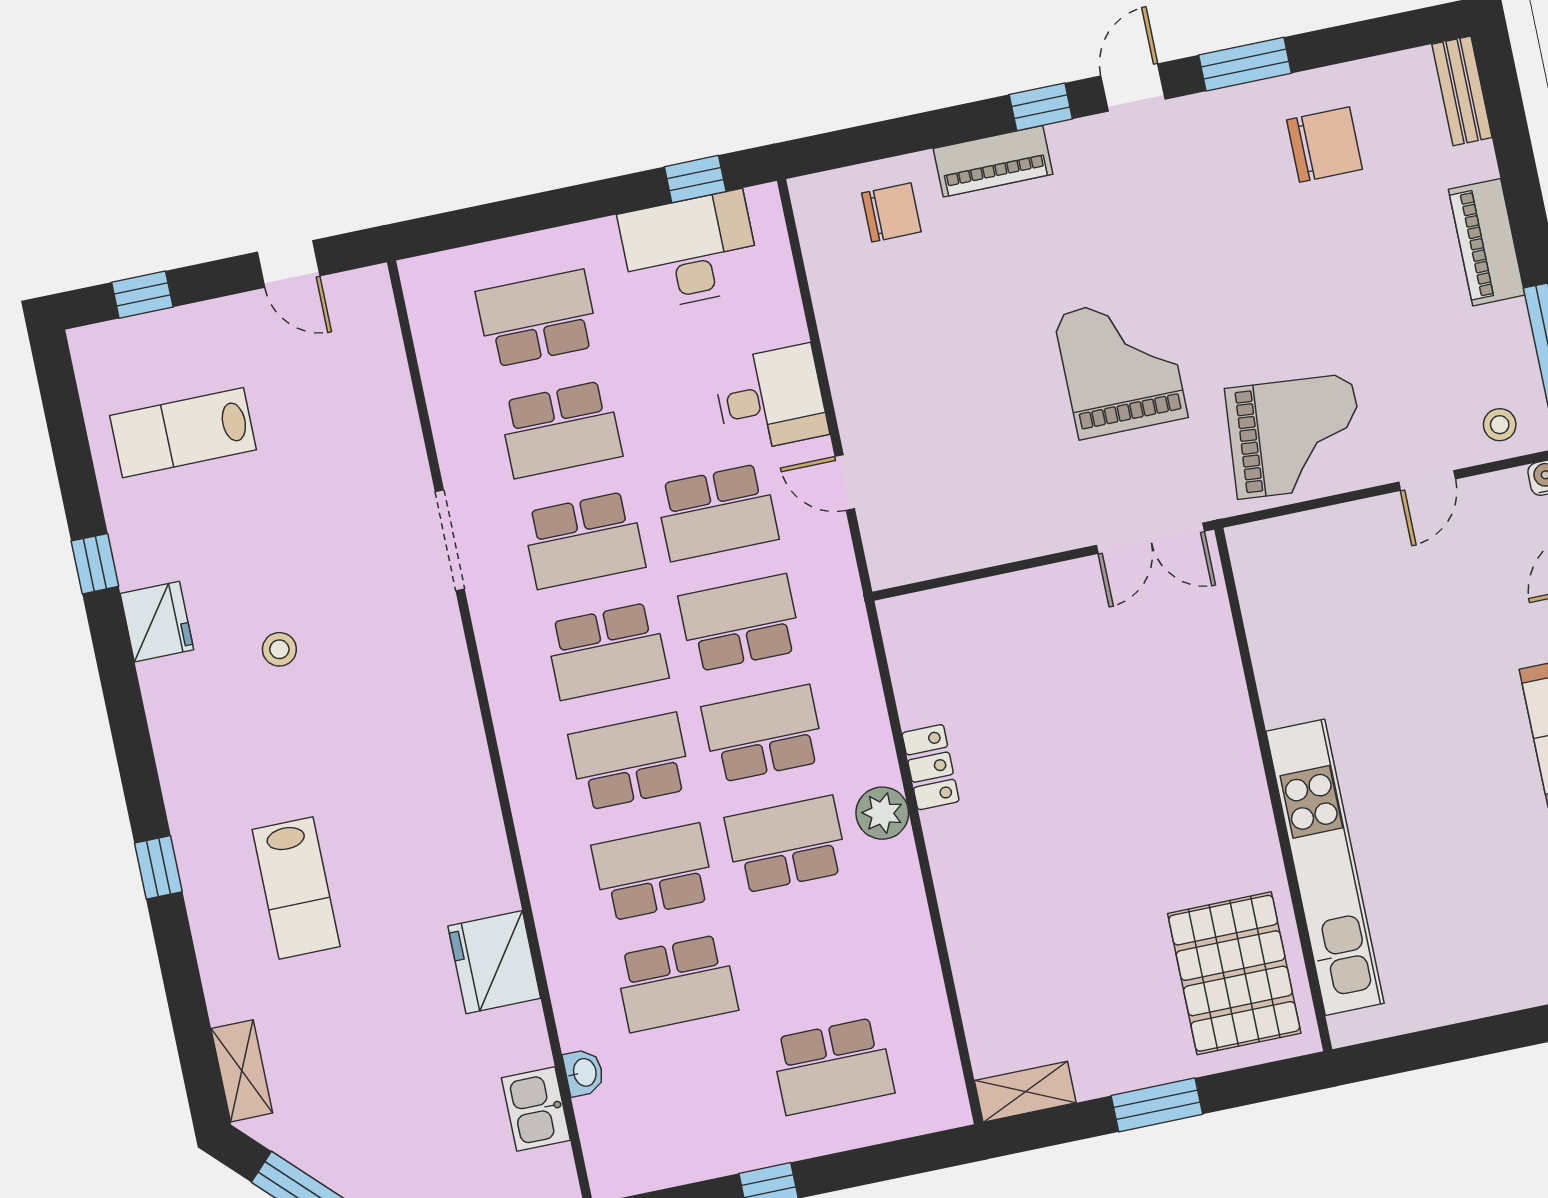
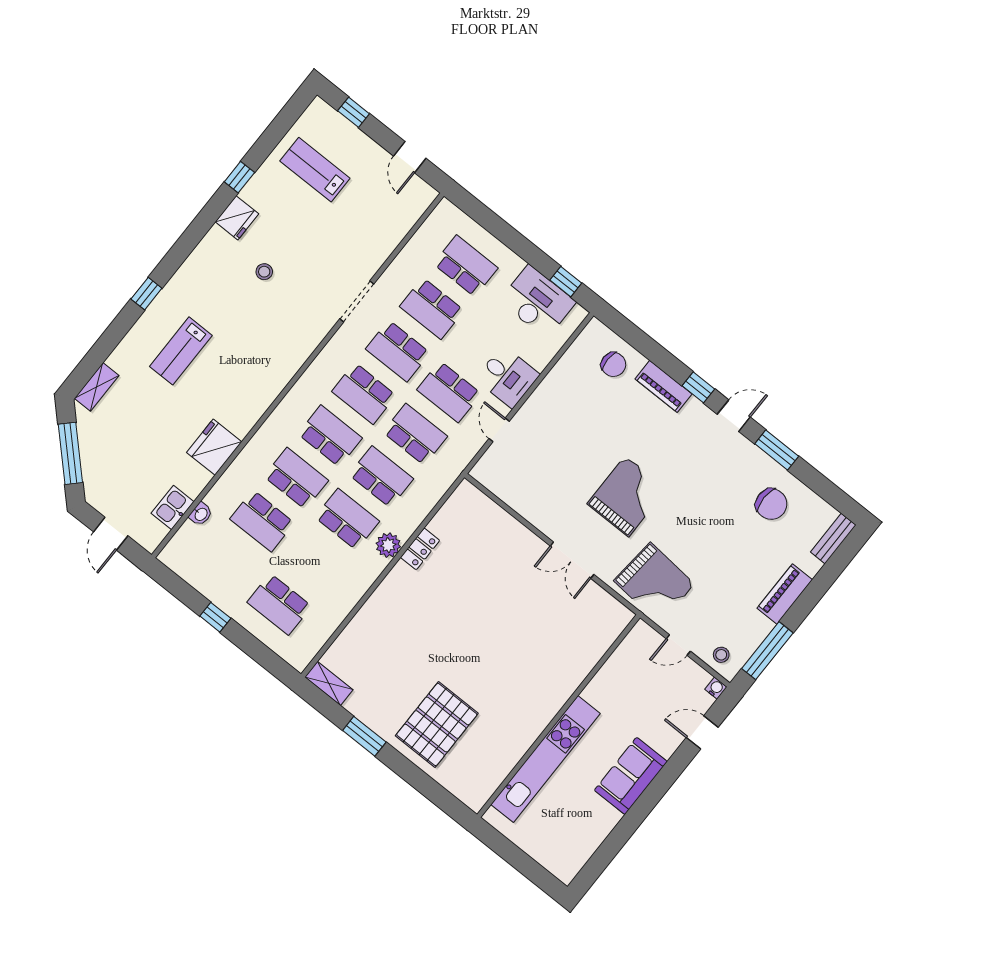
wall: (1273, 789) -> (559, 716), moved
kitchen unit: (1325, 867) -> (546, 759), moved

